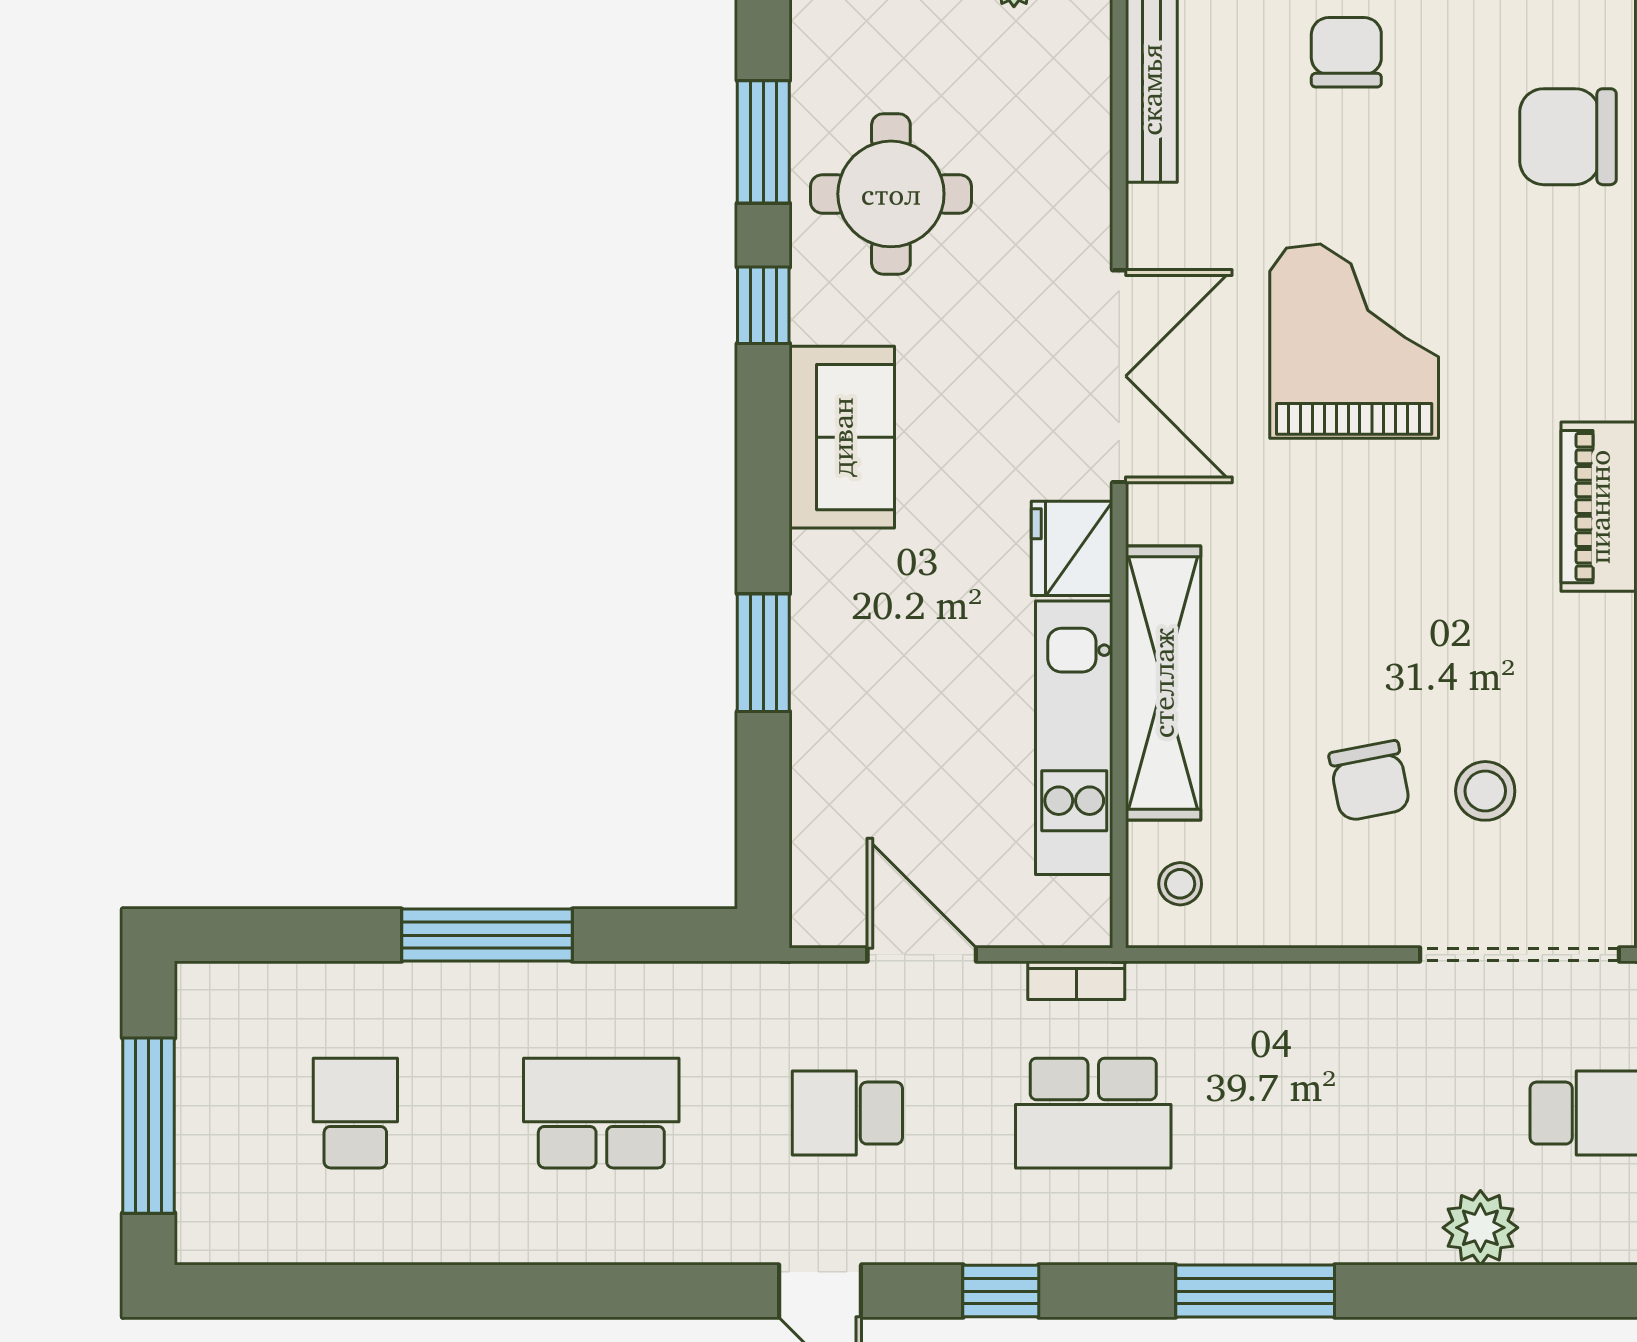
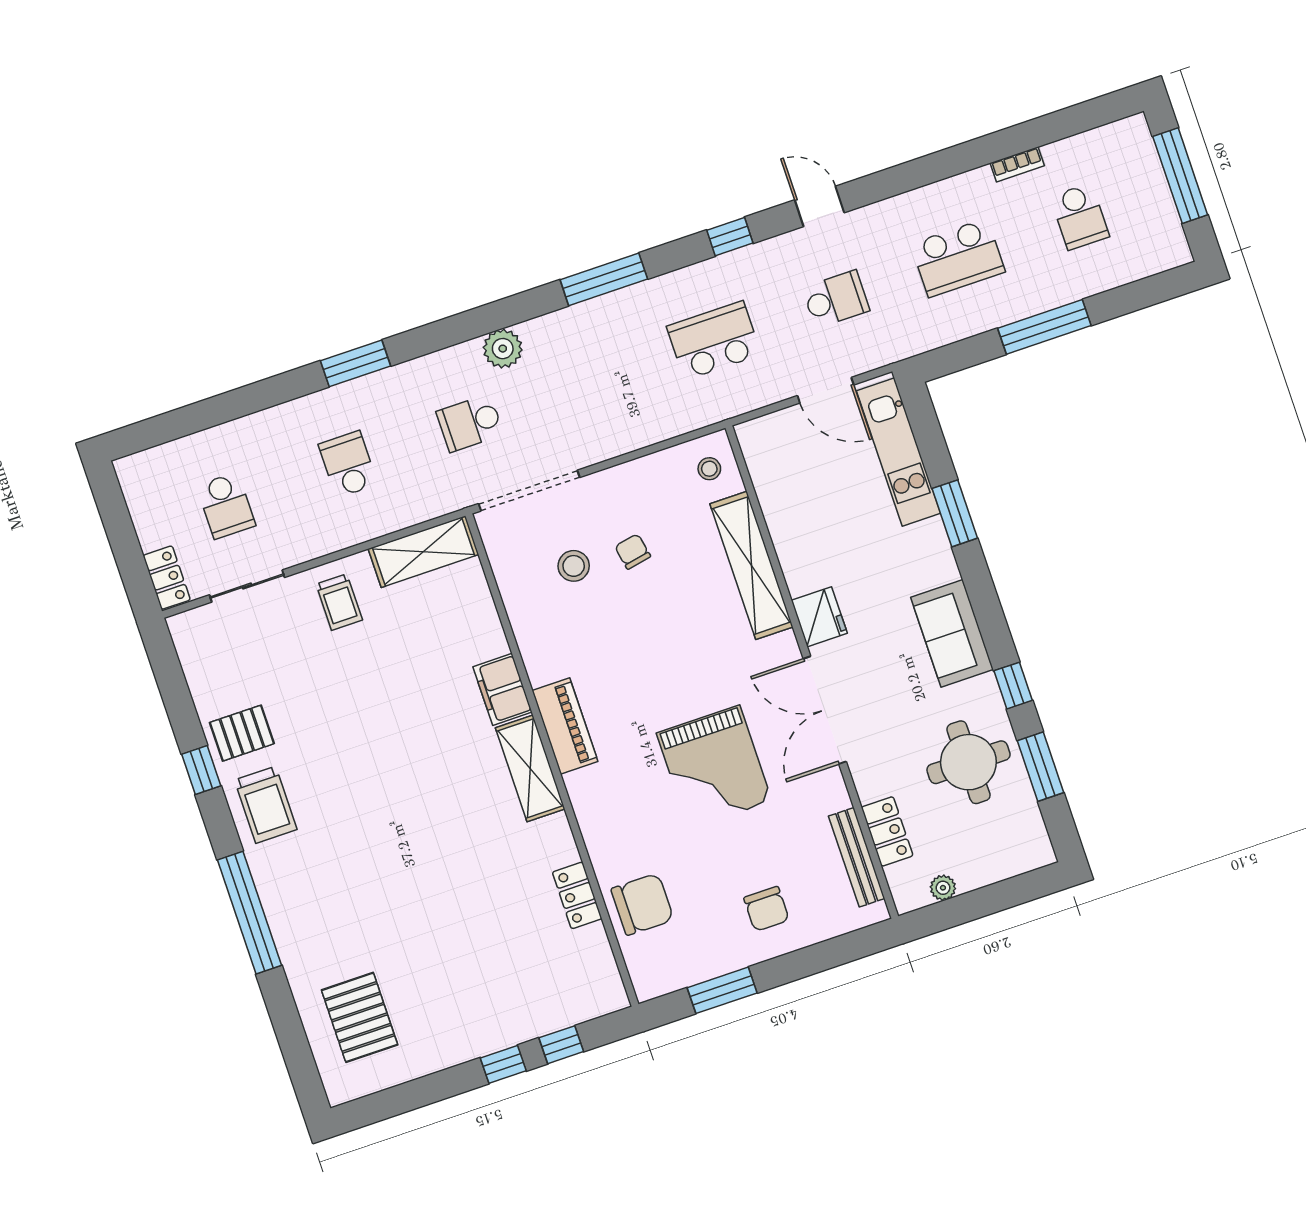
locker: (1081, 118) -> (887, 831), added
kitchen unit: (1074, 738) -> (898, 452), moved, turned 180
chair: (1370, 781) -> (633, 551), width x0.73, depth x0.73
bookcase: (1076, 980) -> (1017, 164), moved, turned 180

